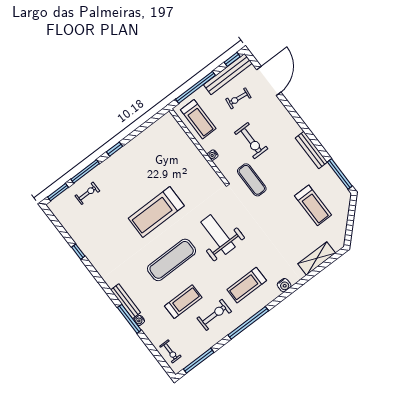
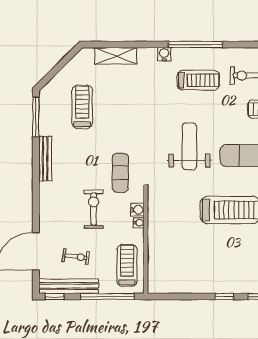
water cooler: (220, 163) -> (137, 210), added
weight bench: (218, 235) -> (189, 146), turned 180
window: (248, 323) -> (196, 45), moved

